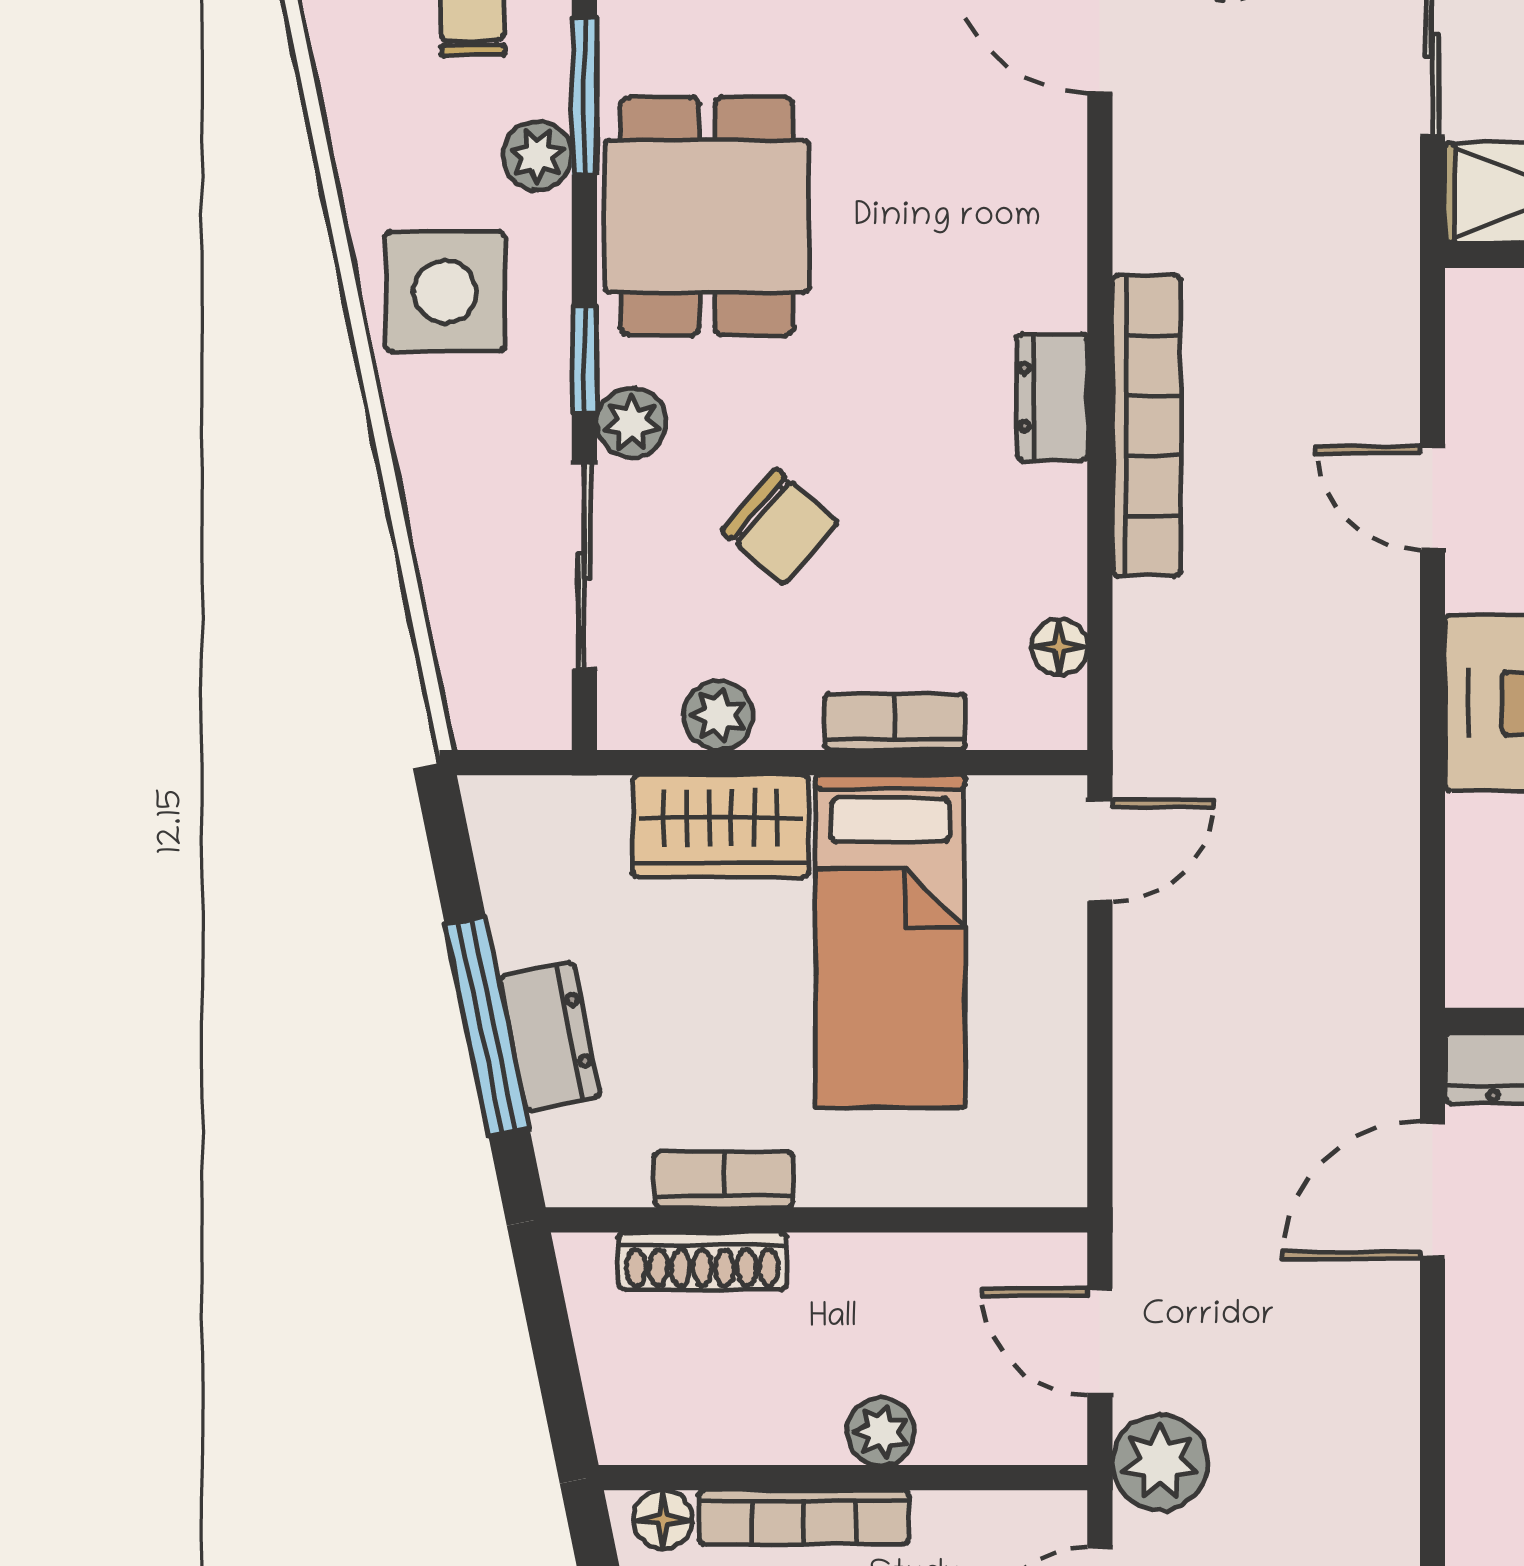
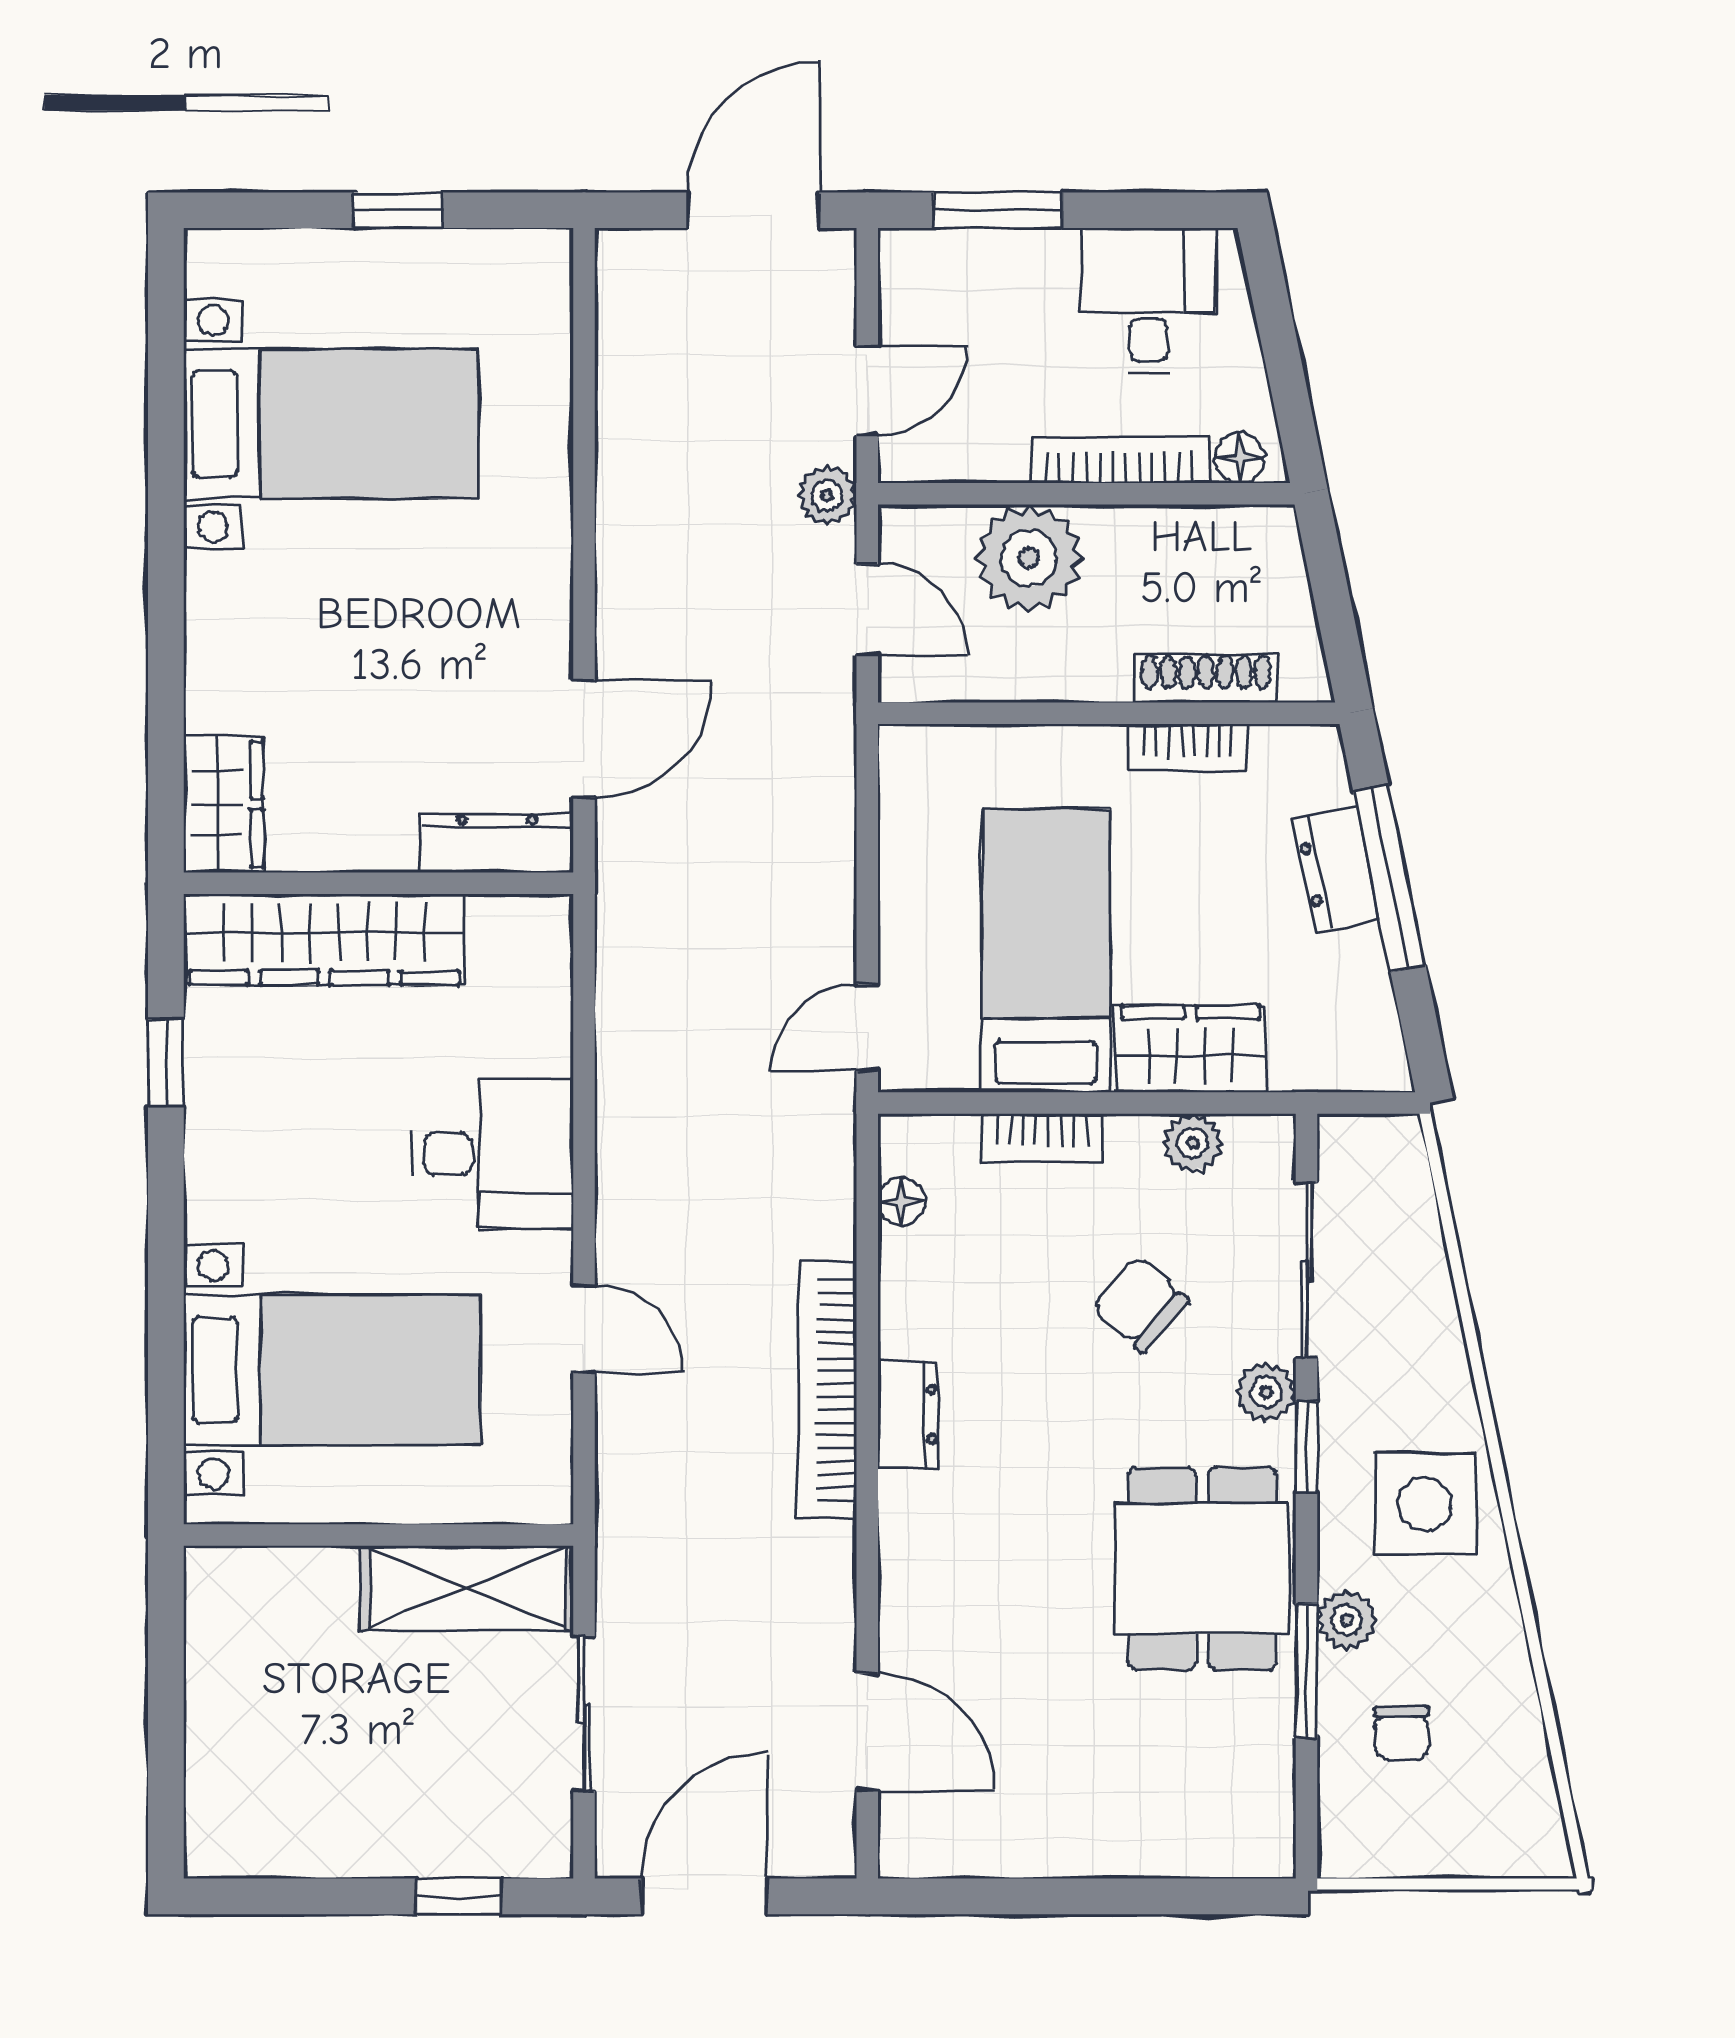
plant: (881, 1432) -> (1029, 558), width x1.88, depth x1.88
plant: (1160, 1463) -> (827, 495), width x0.73, depth x0.73

